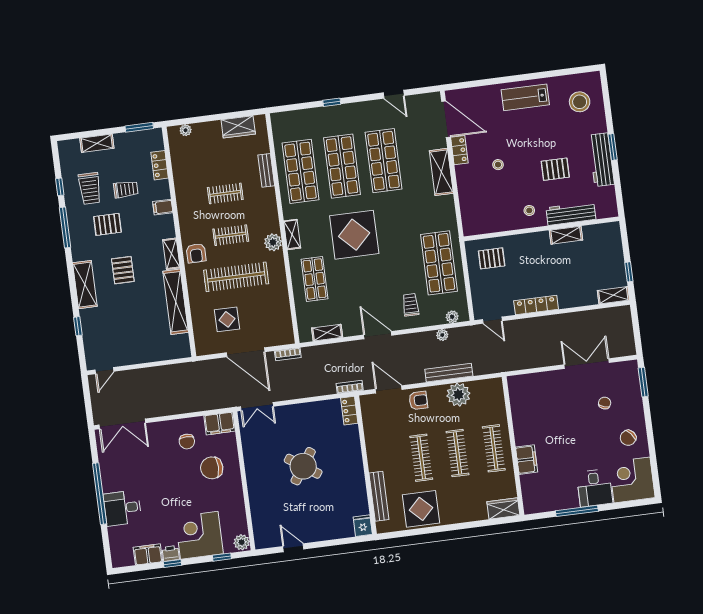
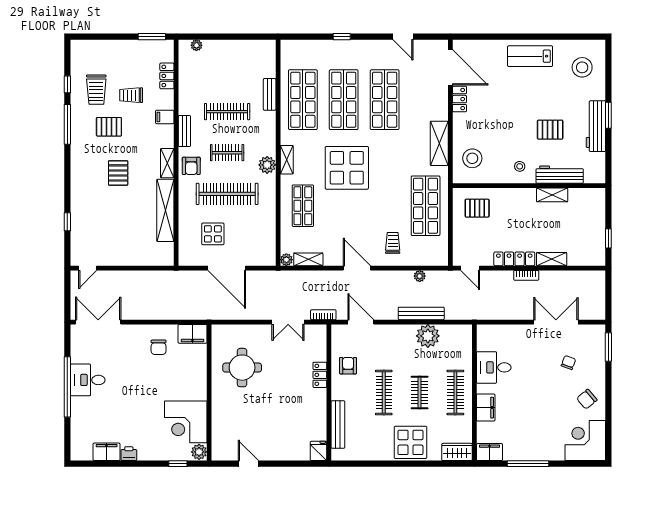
wardrobe: (238, 127) -> (248, 49), removed
shelving: (97, 143) -> (109, 47), removed
stool: (498, 165) -> (472, 158), moved, width x1.89, depth x1.89
shelving: (441, 172) -> (439, 143), moved
trolley: (126, 189) -> (131, 95), turned 180
clothes rail: (225, 193) -> (227, 112), width x1.36
bench: (185, 219) -> (184, 131), added
shelving: (85, 285) -> (80, 182), removed
shelving: (613, 295) -> (552, 259), moved
plant: (452, 317) -> (286, 260), moved
bookcase: (288, 354) -> (526, 275), moved
armchair: (418, 400) -> (348, 366), moved, turned -90
double door: (257, 406) -> (288, 322), moved
locker: (349, 411) -> (320, 375), moved
double door: (122, 424) -> (98, 322), swing flipped
clothes rail: (458, 453) -> (420, 393), width x0.73
round table: (303, 466) -> (242, 368), moved, turned -34
chair: (212, 468) -> (179, 376), removed
desk: (595, 488) -> (494, 367), moved, turned 90
filing cabinet: (536, 504) -> (489, 452), added
desk: (122, 508) -> (88, 380), moved
display table: (421, 509) -> (410, 442), moved
corner desk: (199, 535) -> (186, 422), moved, turned -90
window: (172, 563) -> (129, 464), removed

